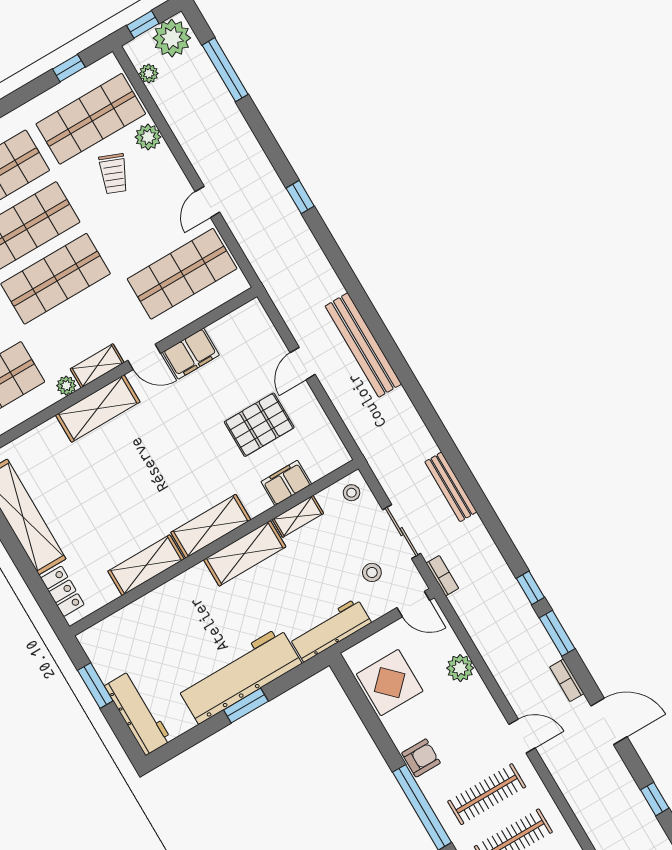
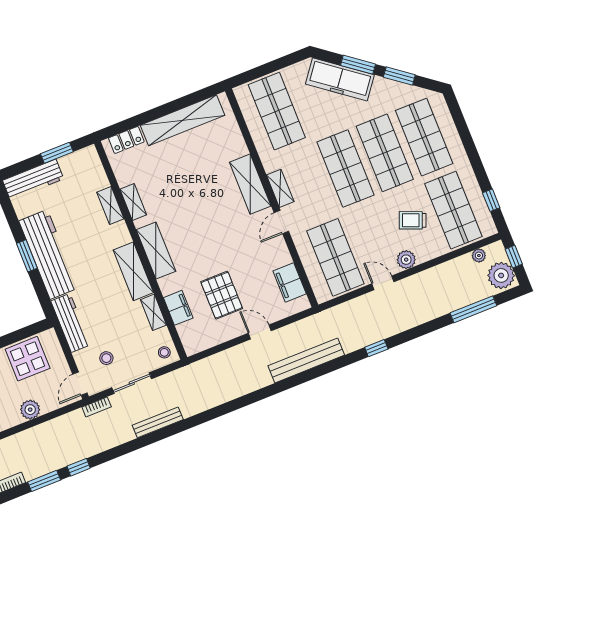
plant: (148, 137) -> (406, 260), moved
bench: (363, 345) -> (306, 360), moved
filing cabinet: (191, 354) -> (290, 282), moved
plant: (66, 386) -> (270, 165), removed
shelving: (146, 565) -> (133, 202), width x0.67, depth x0.75
shelving: (158, 600) -> (110, 205), added

